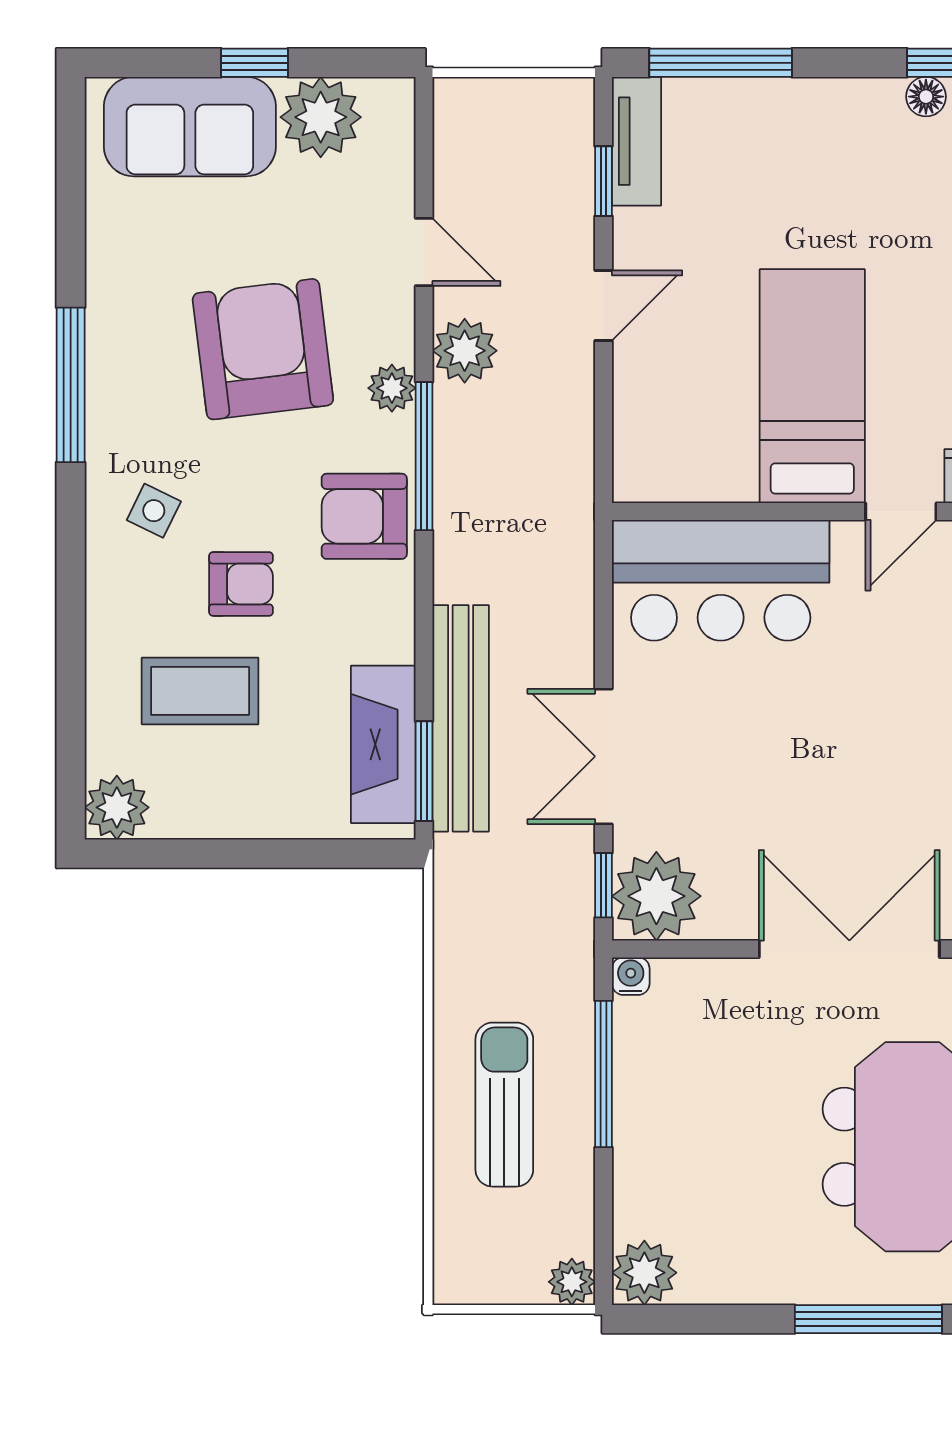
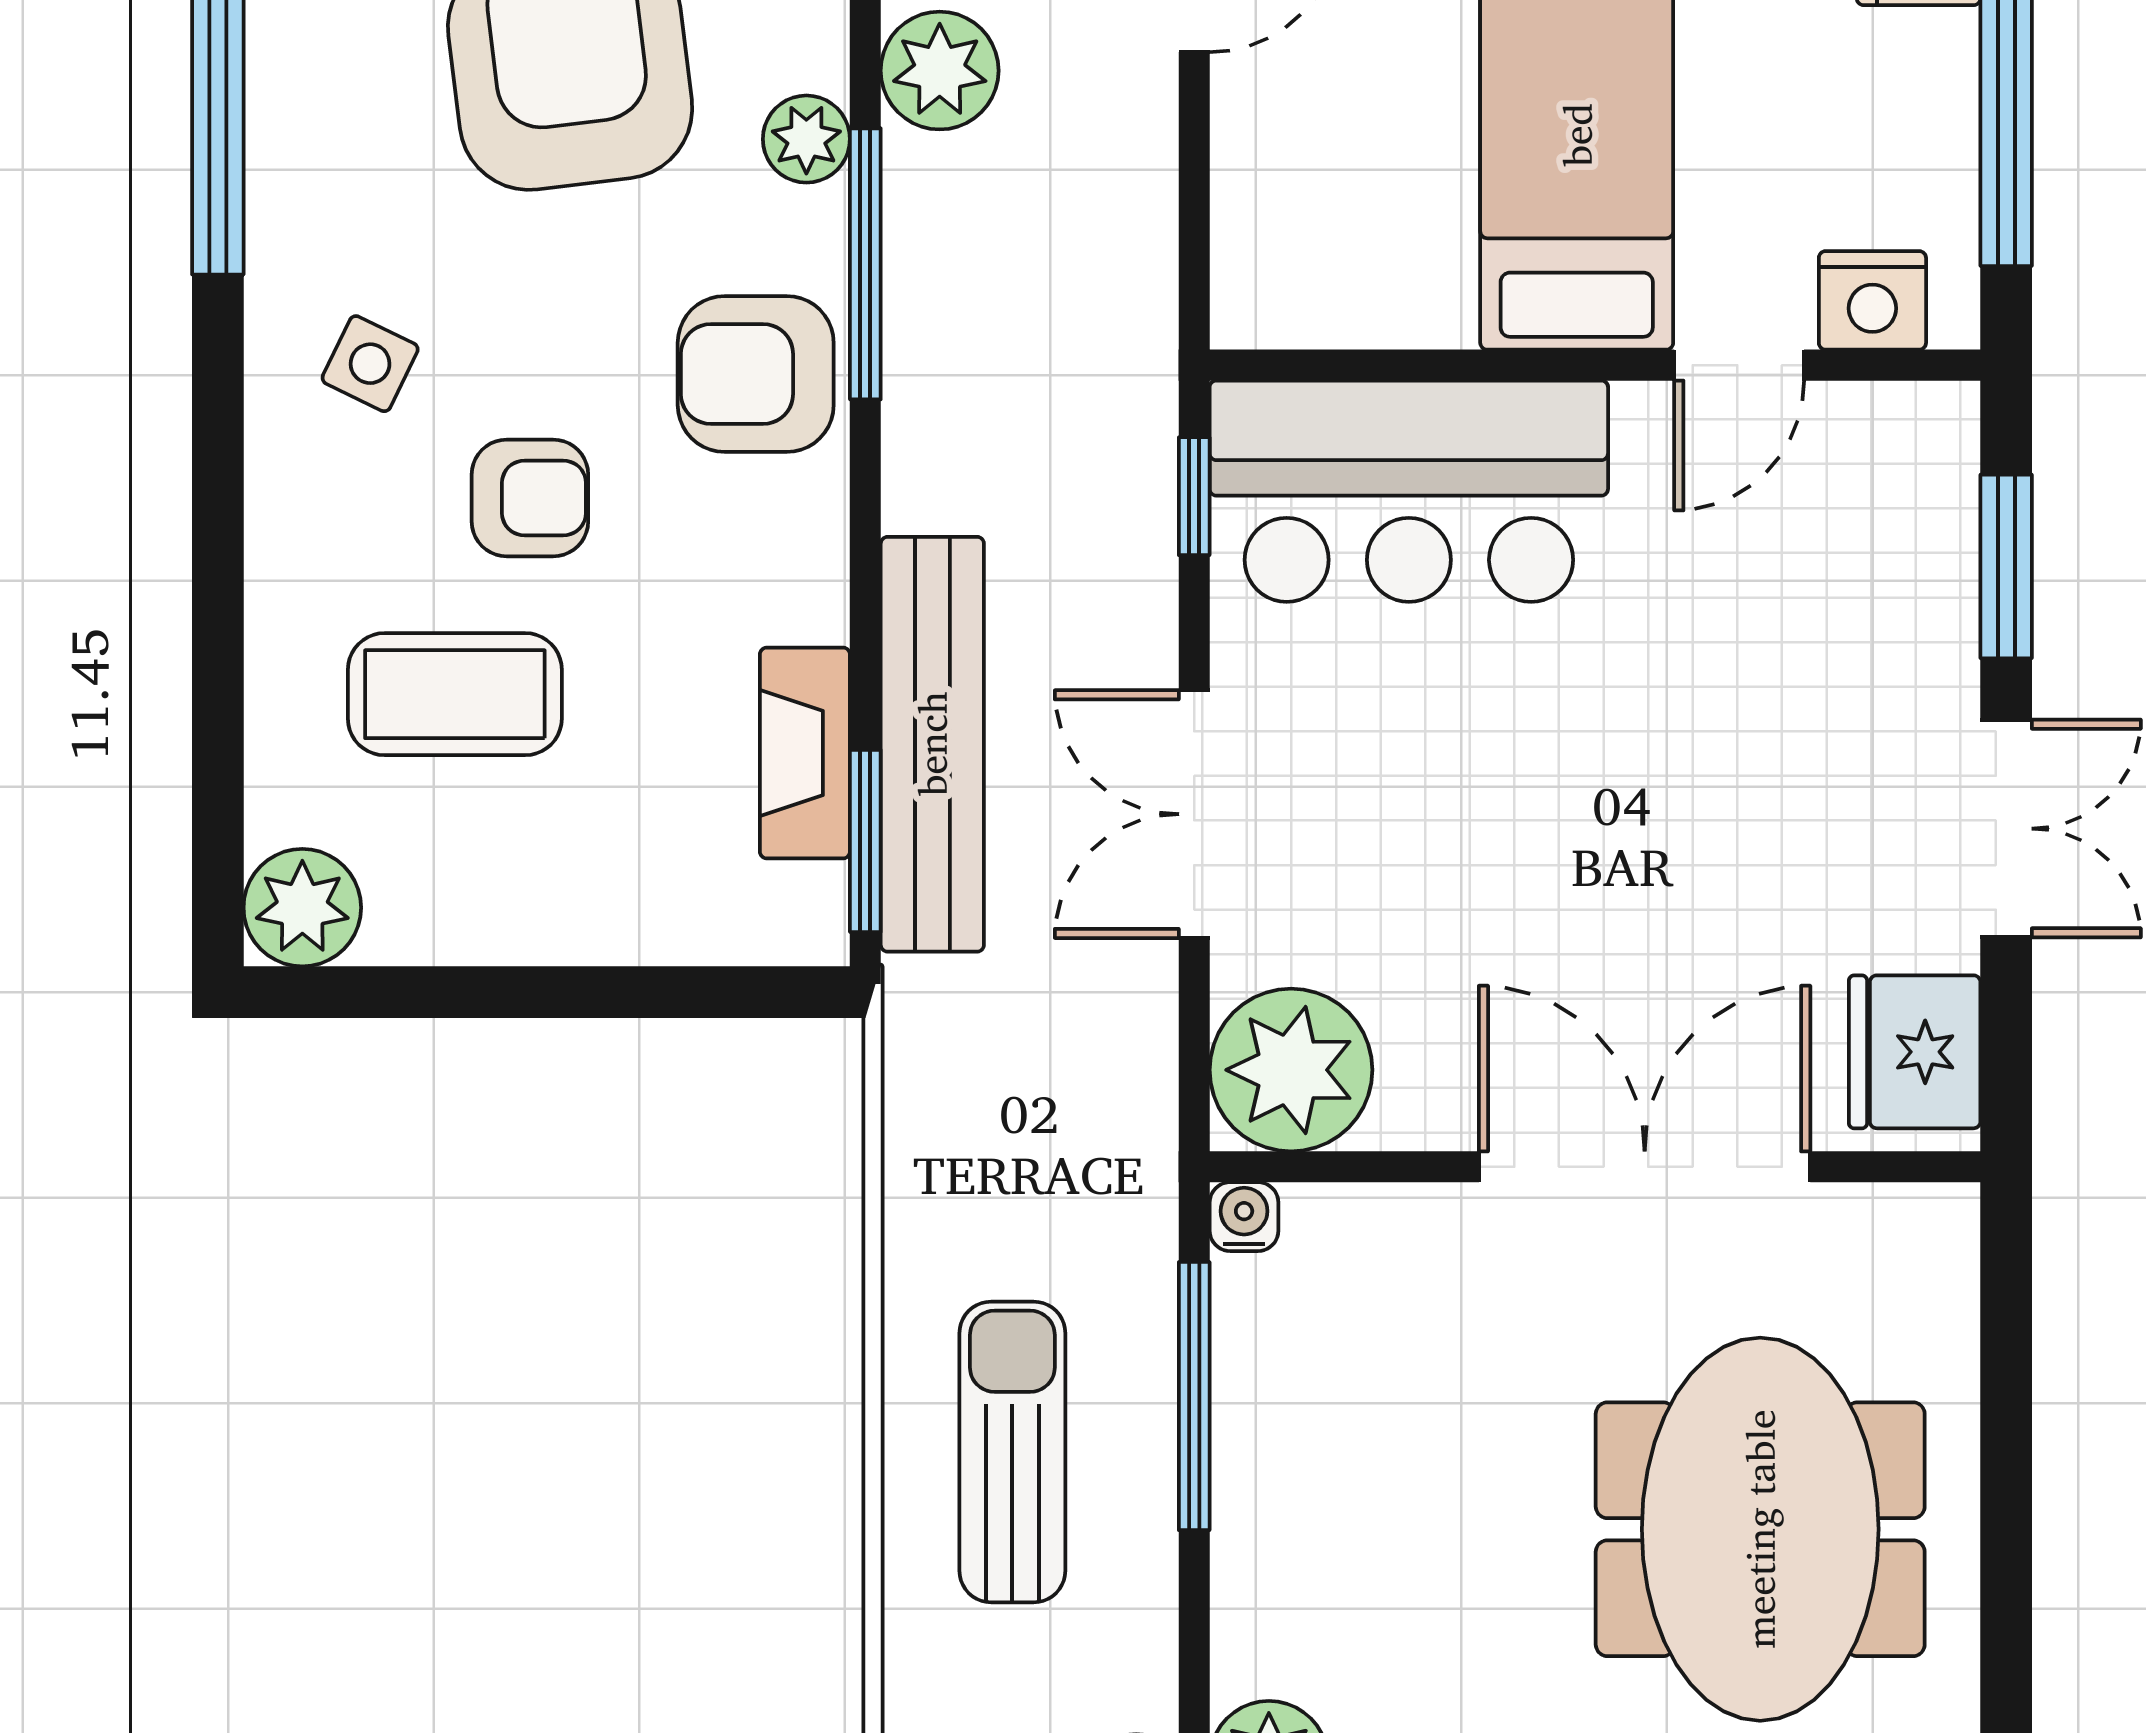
fireplace: (383, 744) -> (805, 753), width x0.73, depth x0.76
window: (604, 885) -> (1194, 496), moved

